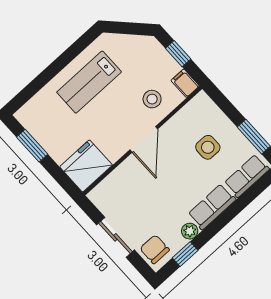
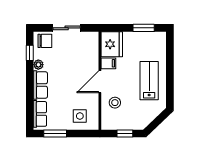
filing cabinet: (185, 83) -> (108, 63), moved
door: (144, 139) -> (100, 82), hinge flipped
side table: (208, 147) -> (80, 116), moved

